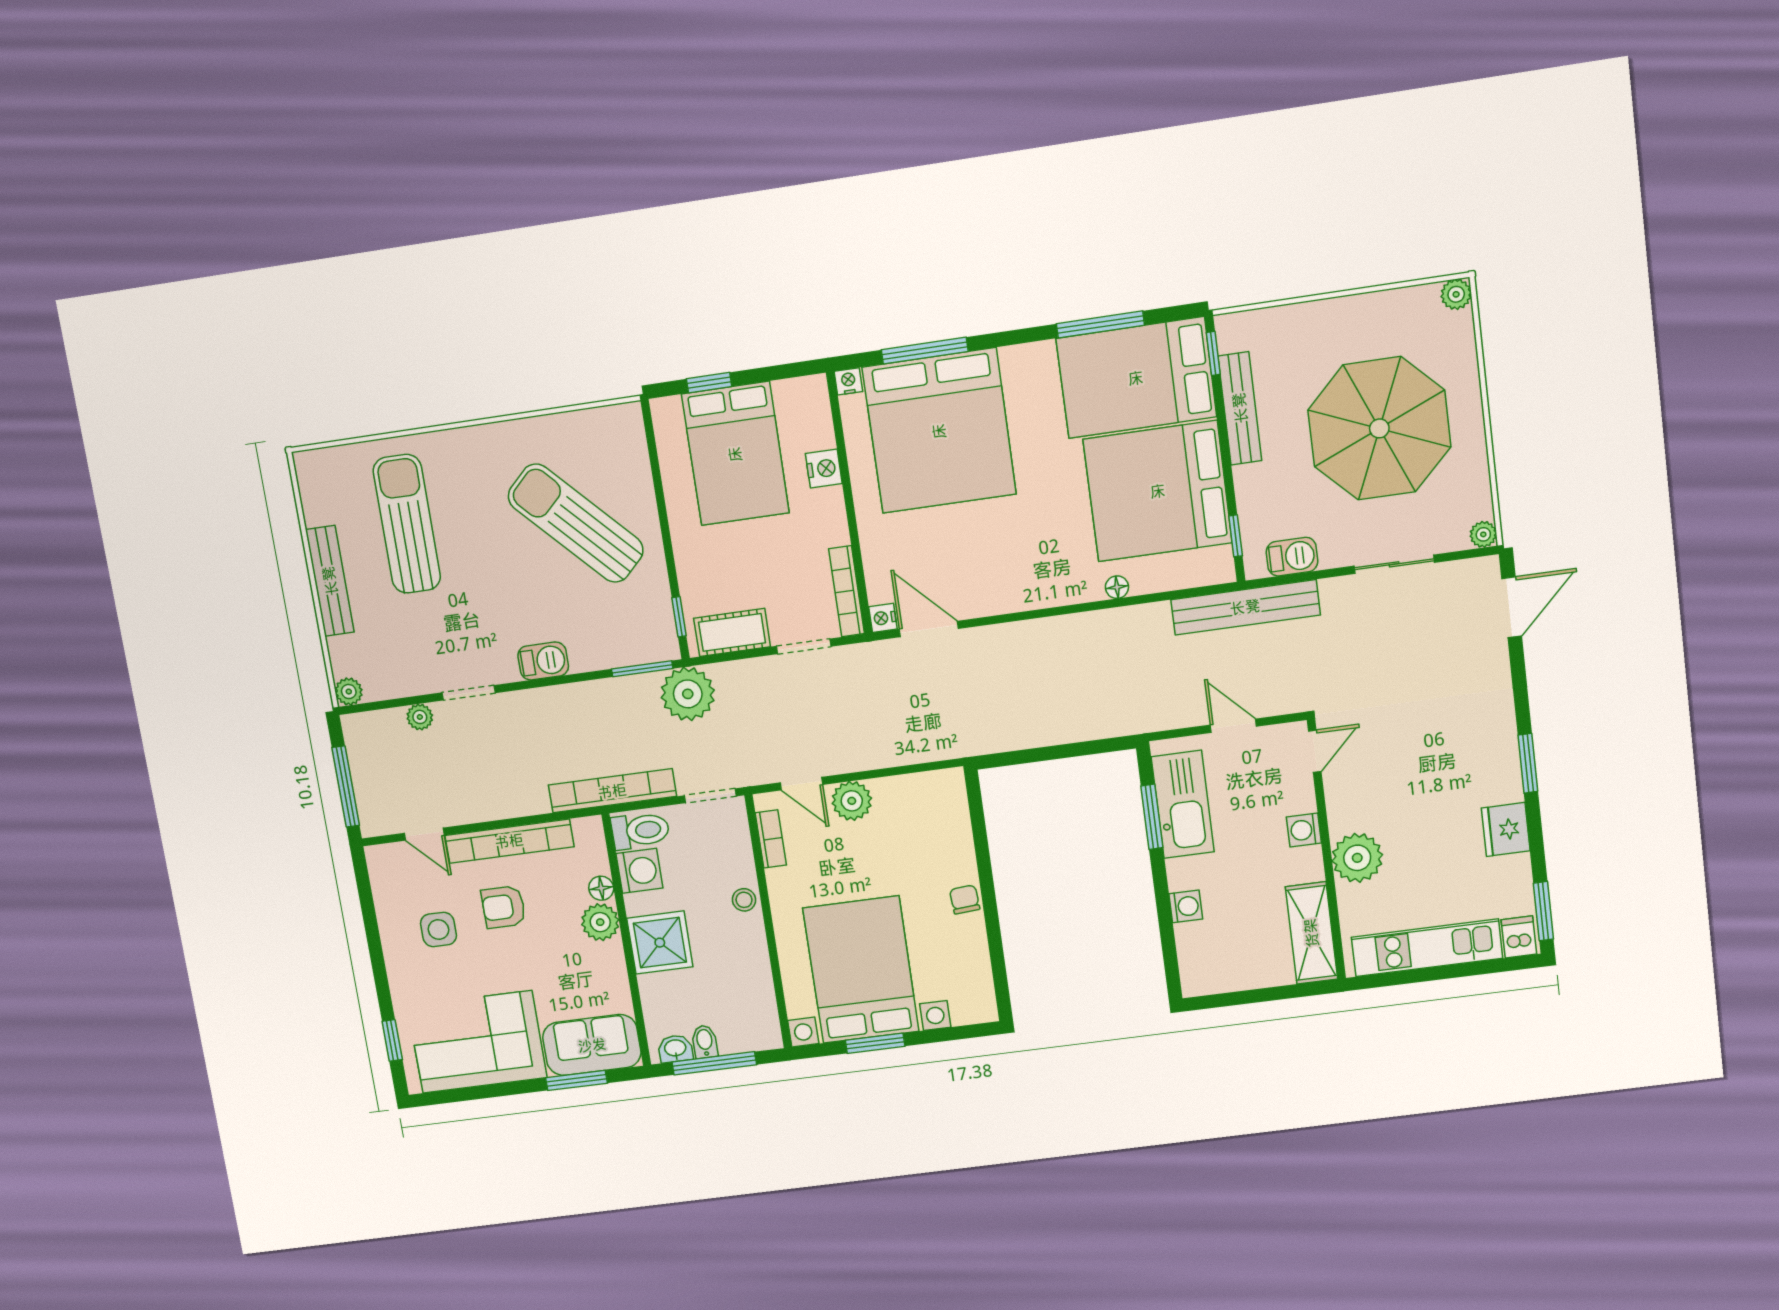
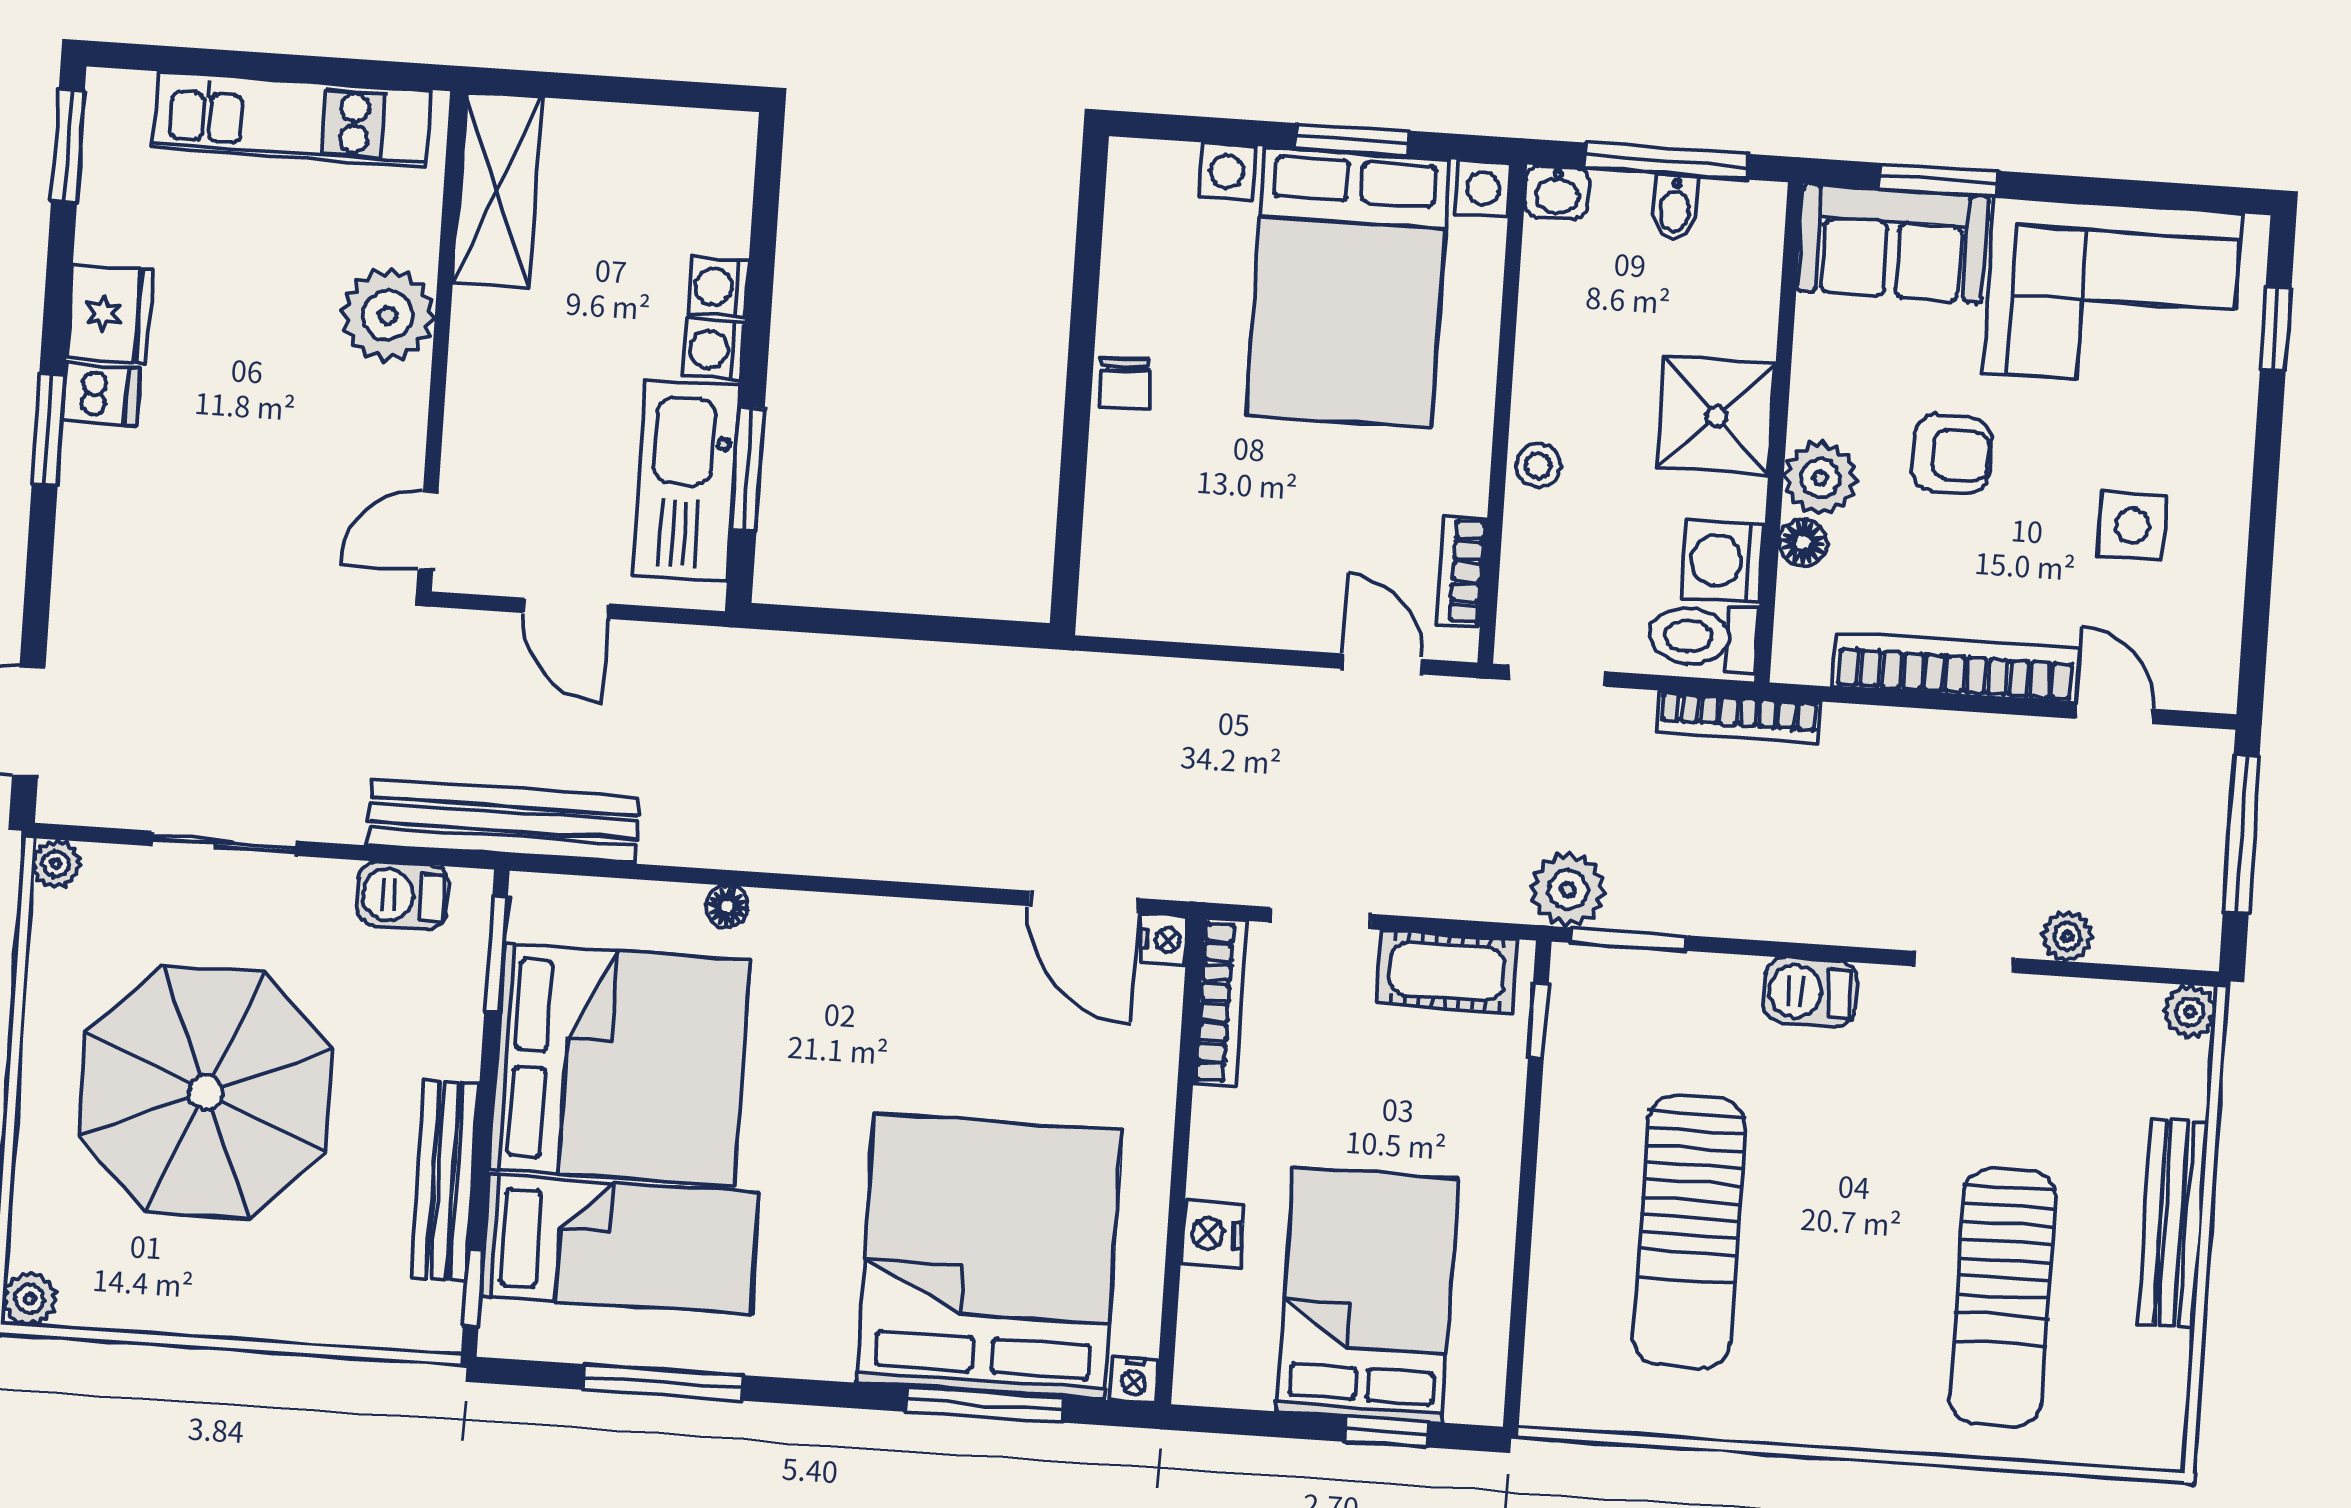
bed: (1136, 378) -> (620, 1244), width x0.67
sun lounger: (576, 523) -> (1689, 1232), turned 44
window: (1236, 536) -> (496, 955), width x1.50
plant: (688, 694) -> (1568, 890), width x0.73, depth x0.73
bookcase: (612, 791) -> (1738, 717), width x0.68, depth x0.76
plant: (852, 801) -> (1295, 612), removed
washing machine: (1304, 830) -> (714, 350), moved, turned 180
armchair: (503, 907) -> (1952, 454), moved
dishwasher: (1519, 937) -> (101, 394), moved, turned -90
washbasin: (675, 1049) -> (1557, 192), moved

